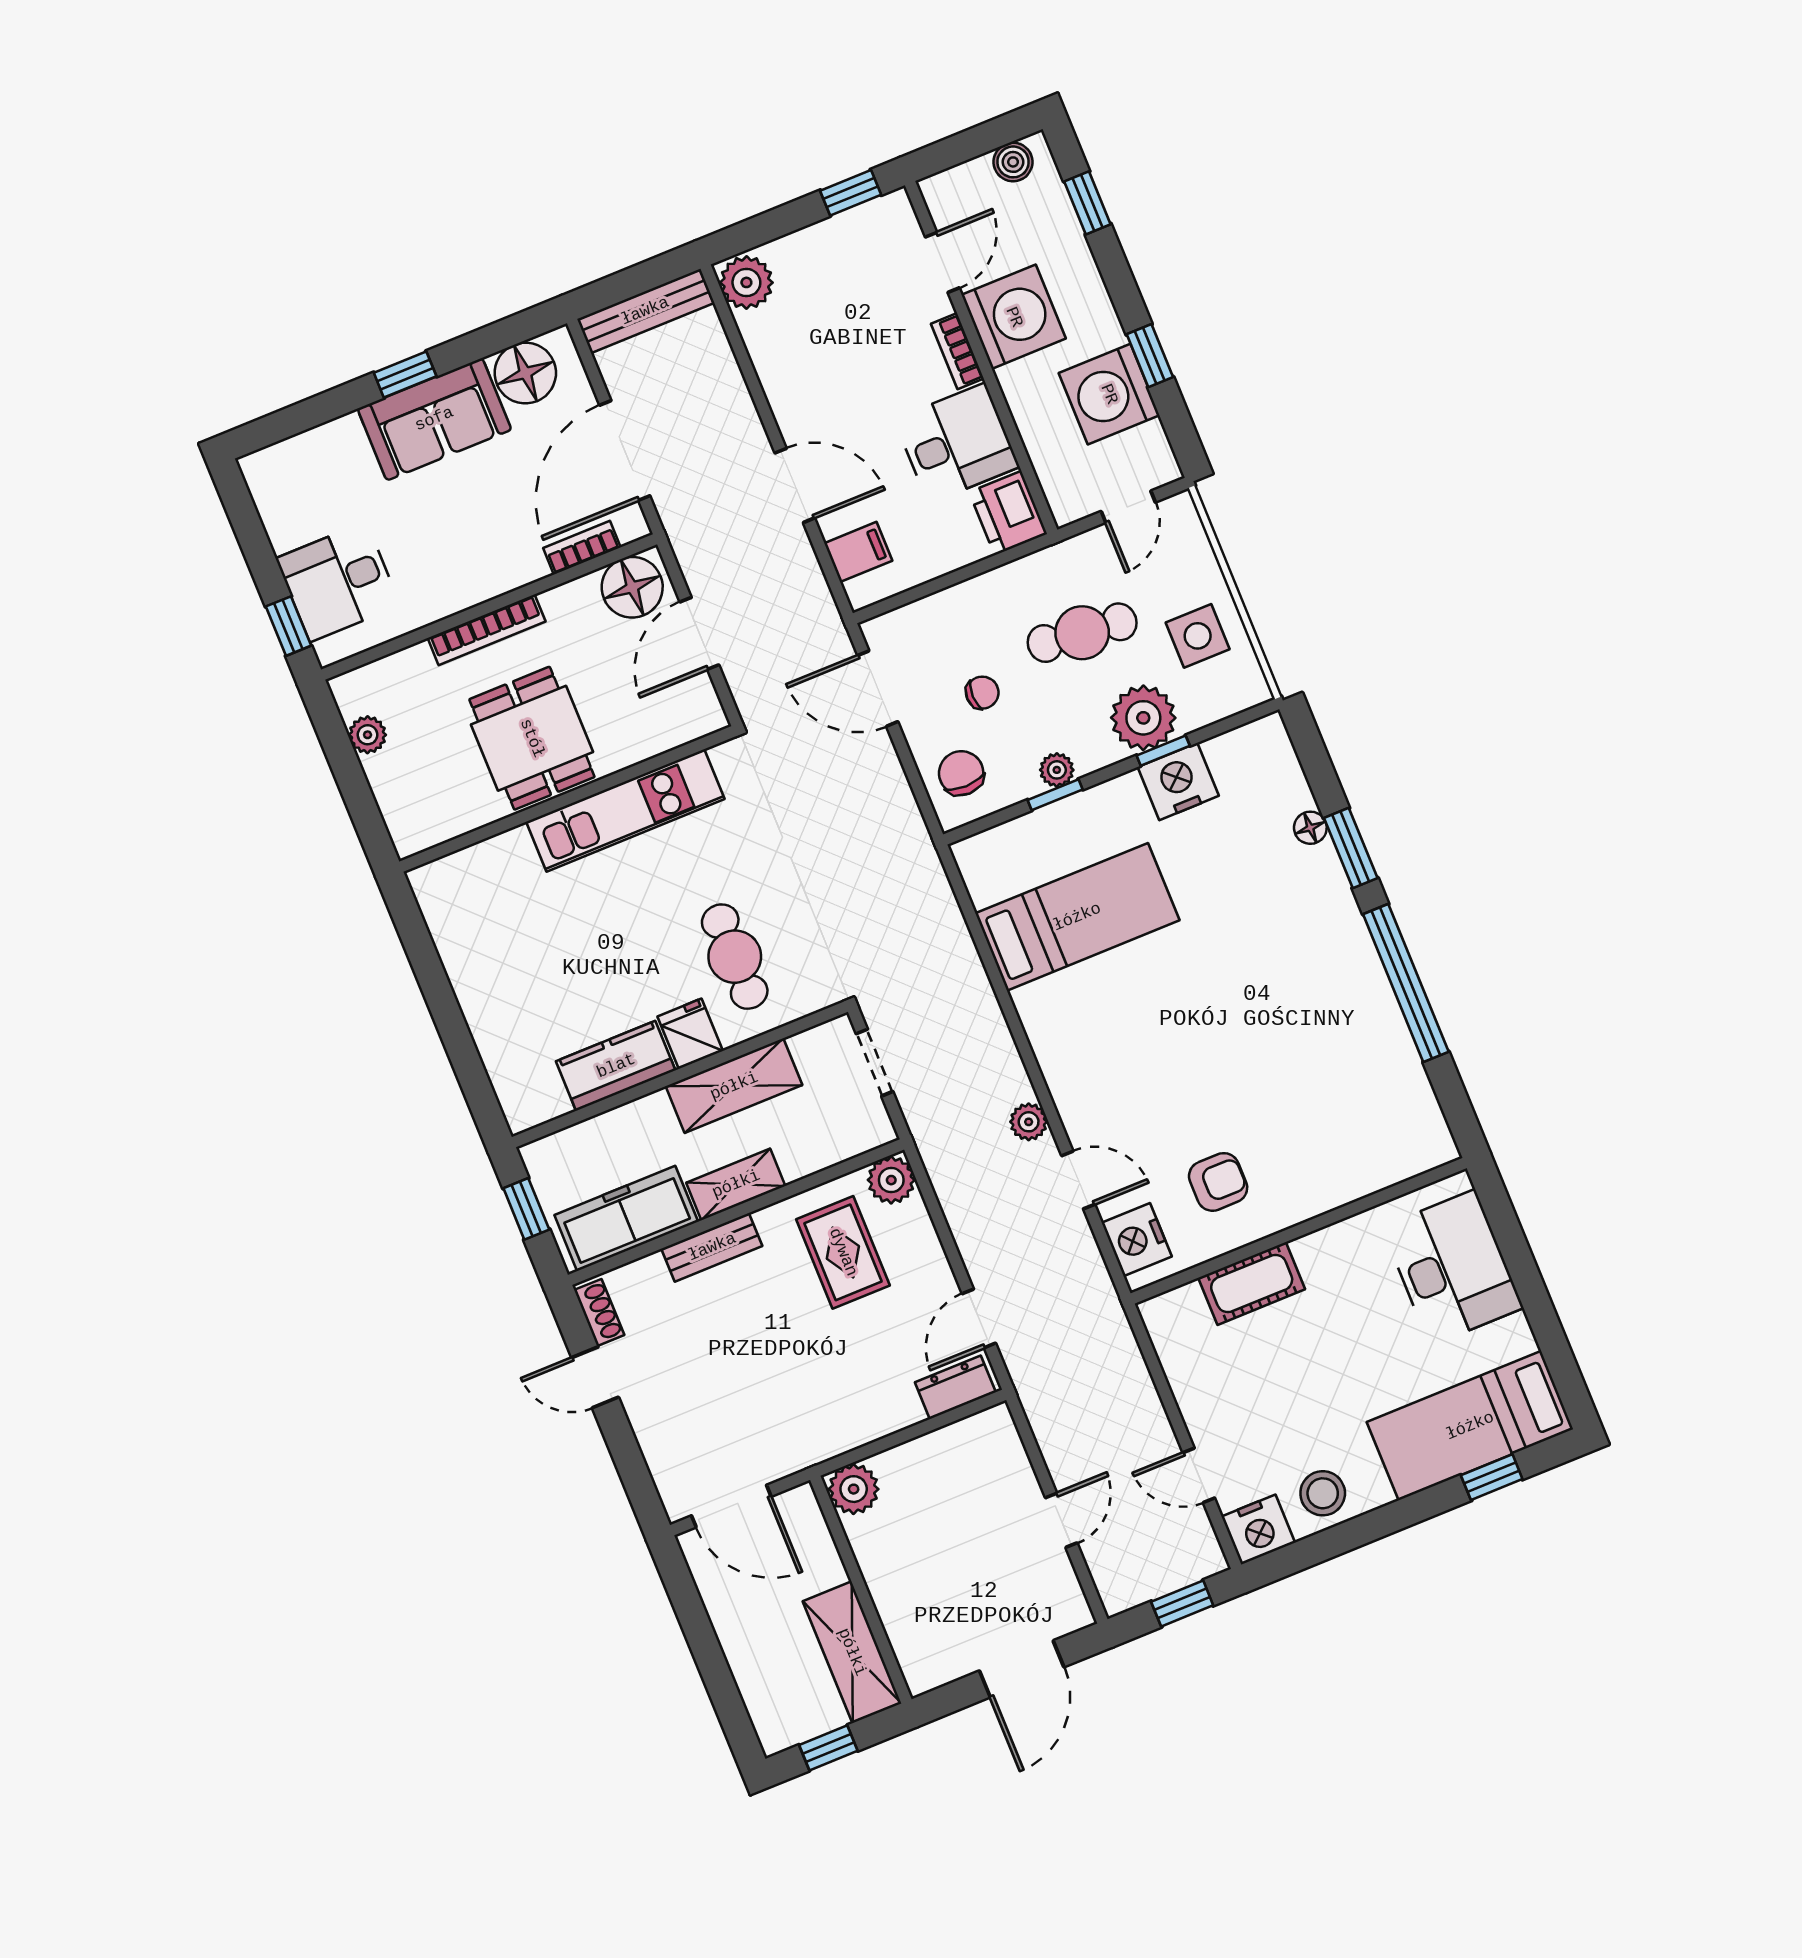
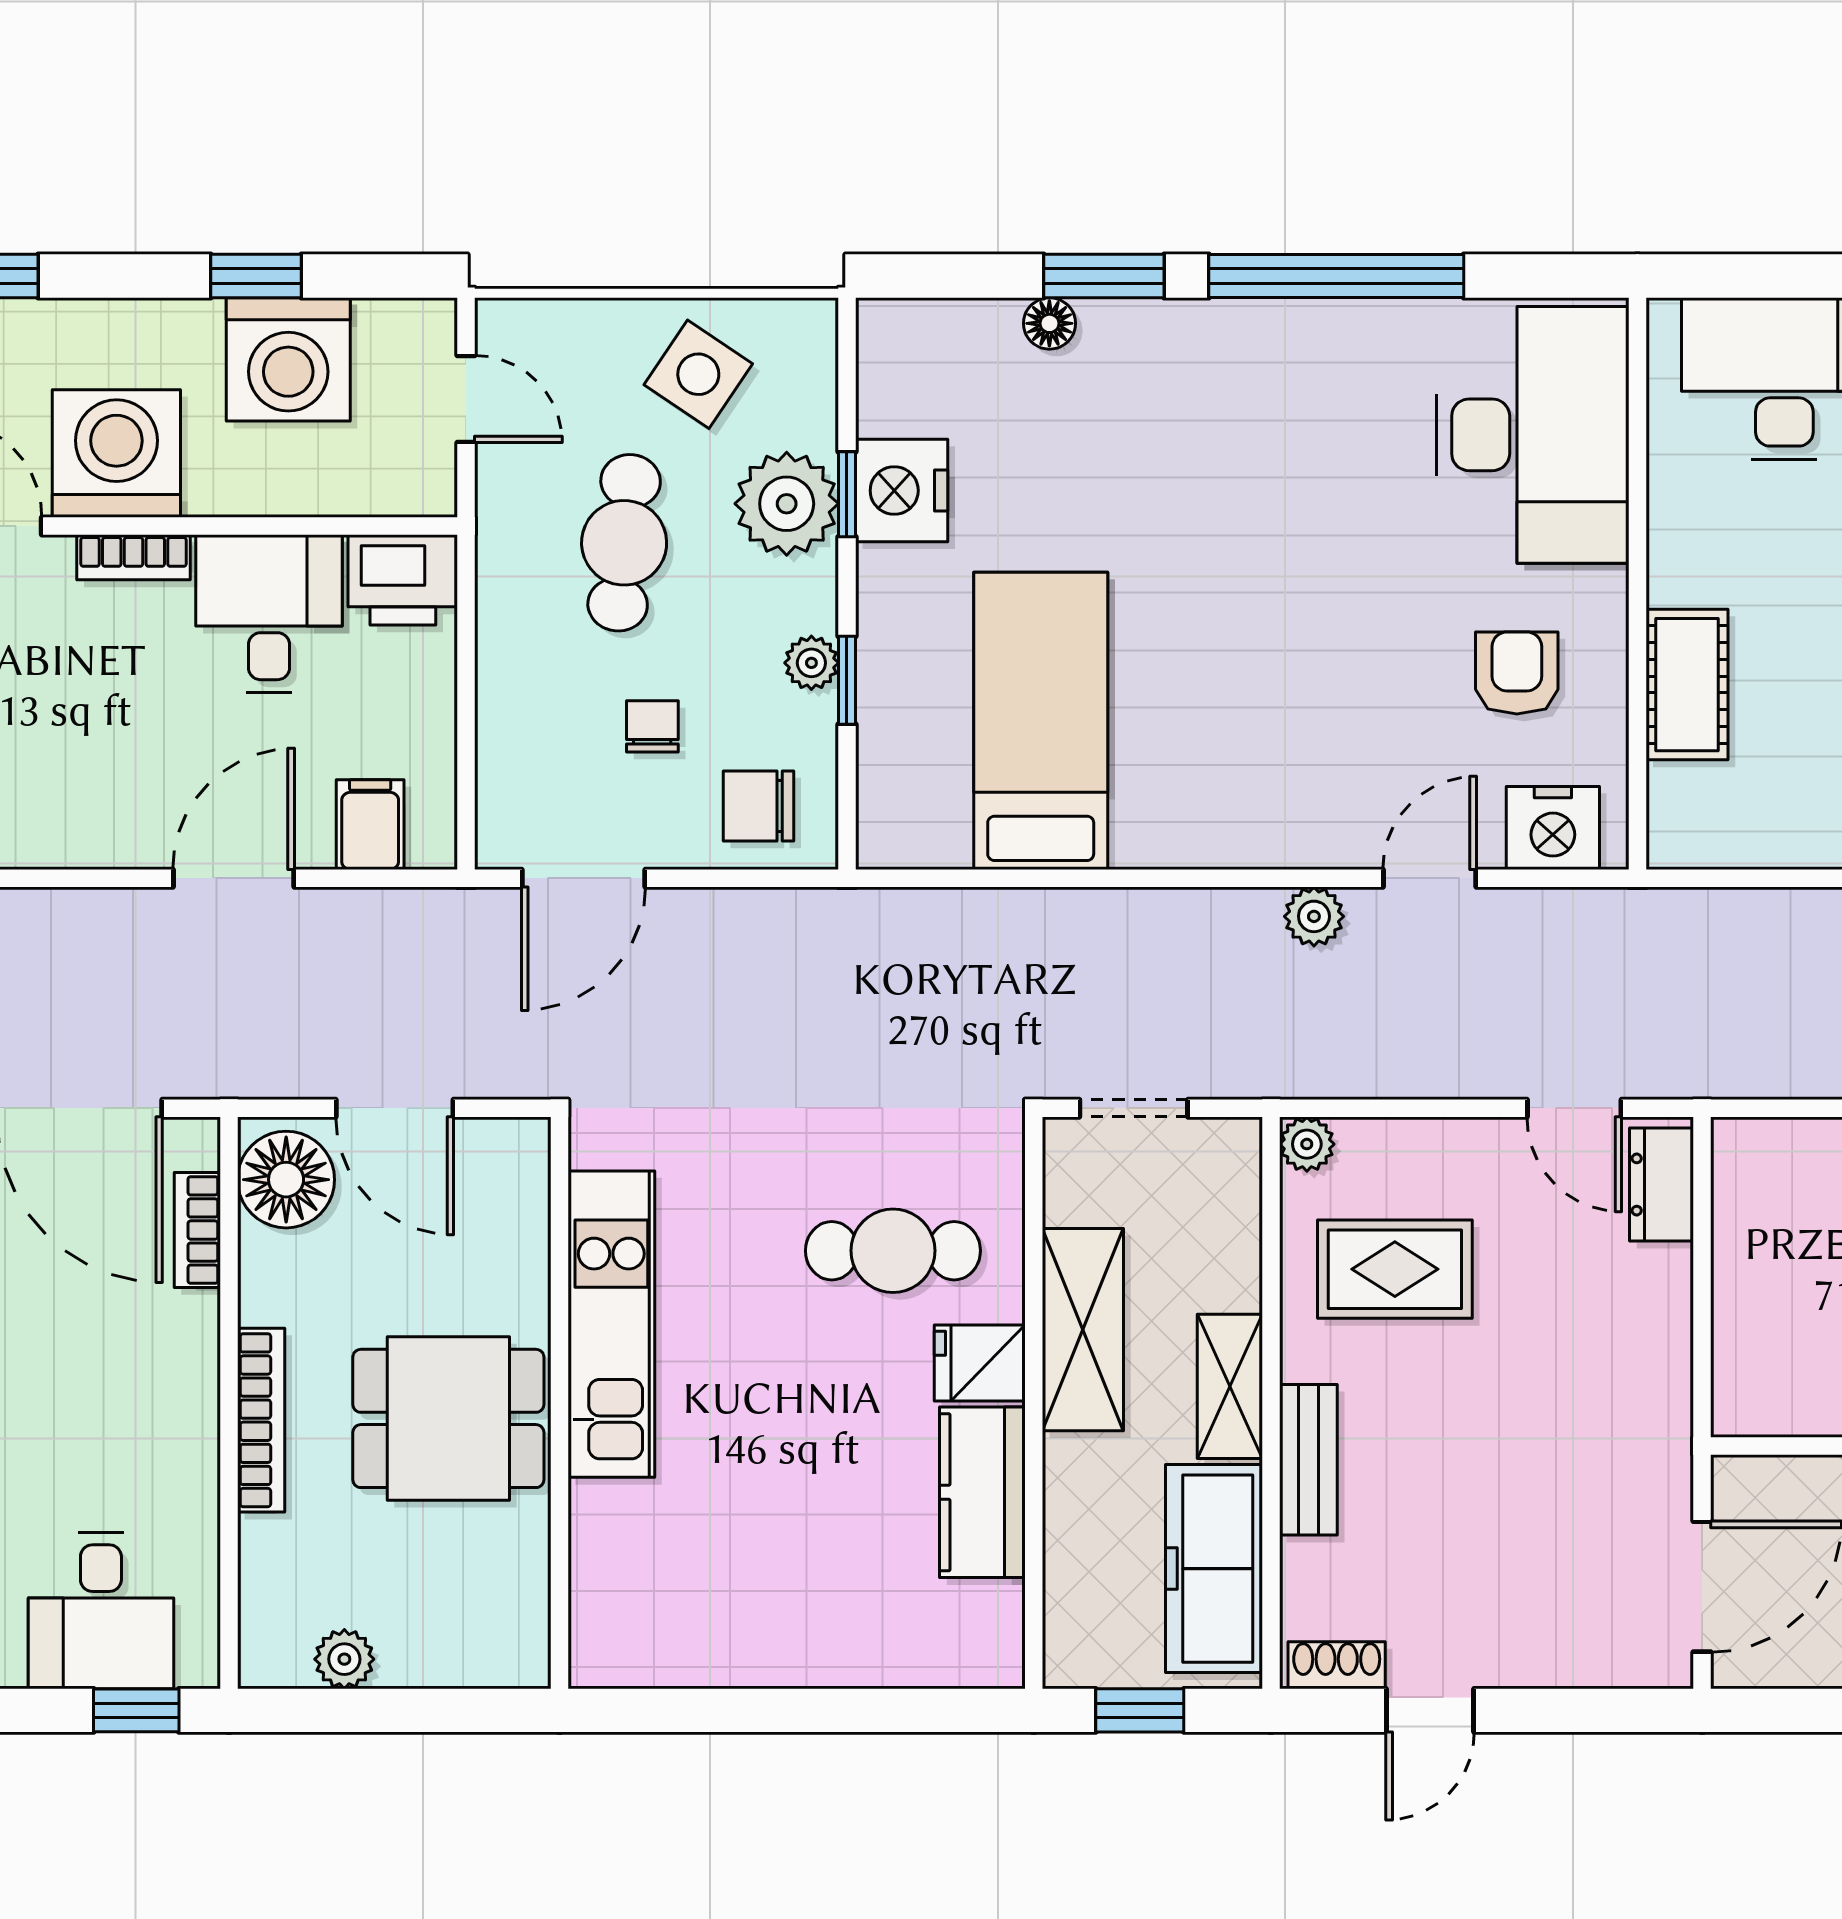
side table: (1198, 636) -> (698, 374), turned 34
desk: (1360, 1135) -> (1533, 435), added
plant: (891, 1180) -> (1307, 1144), width x0.73, depth x0.73
plant: (854, 1489) -> (1751, 1396), removed

